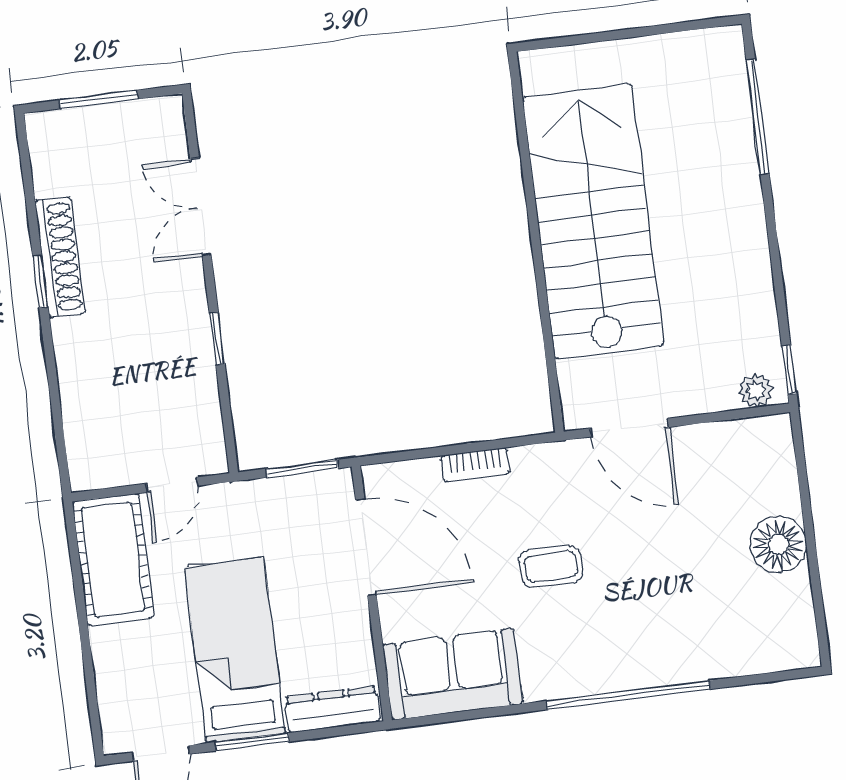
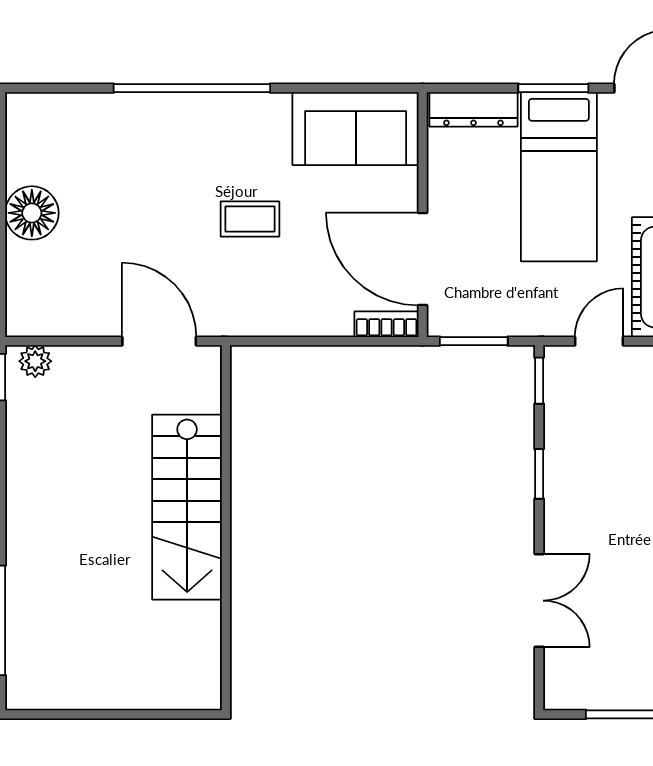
stairs: (593, 221) -> (187, 507), width x0.73, depth x0.66
window: (229, 436) -> (539, 381), added
bookcase: (475, 465) -> (387, 324), moved

